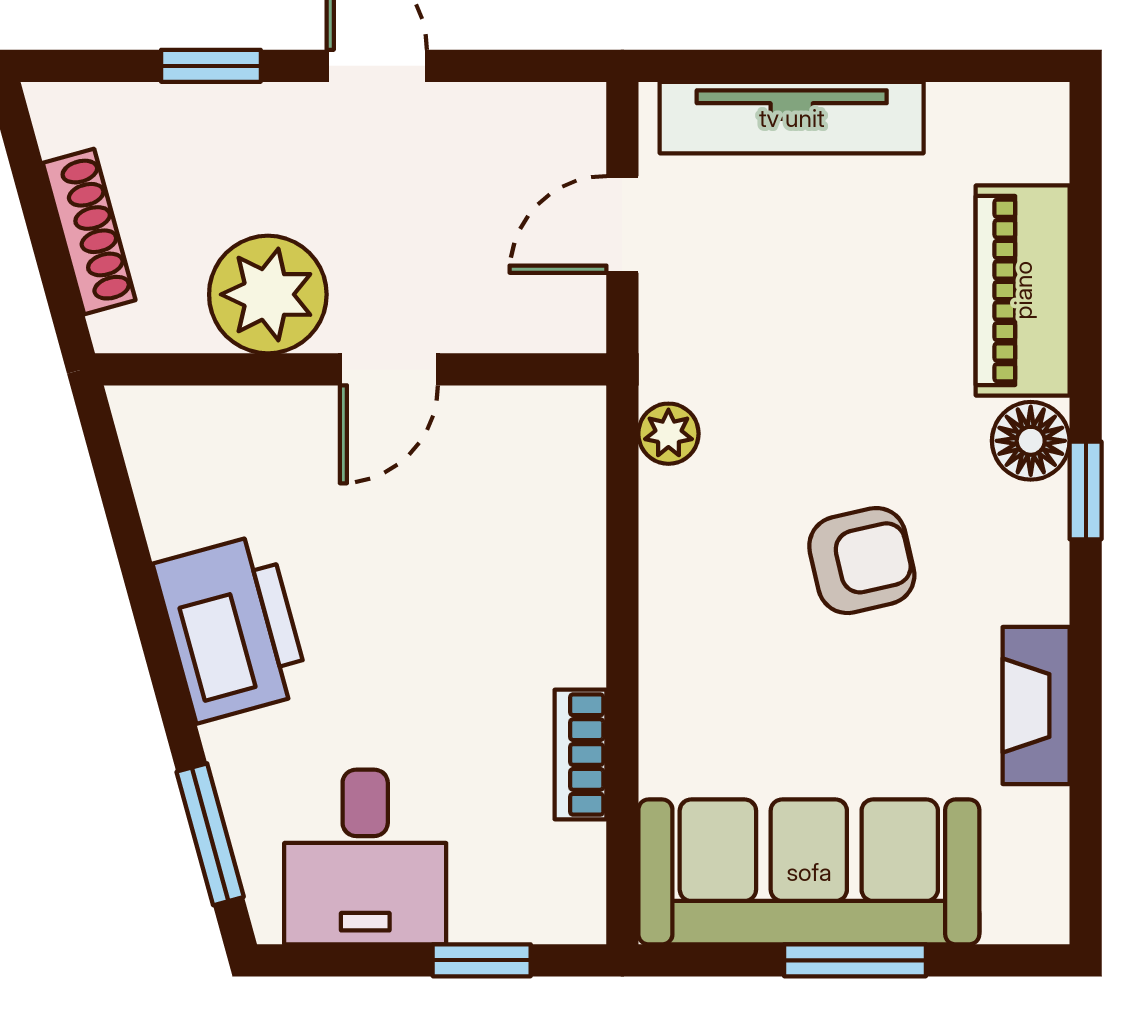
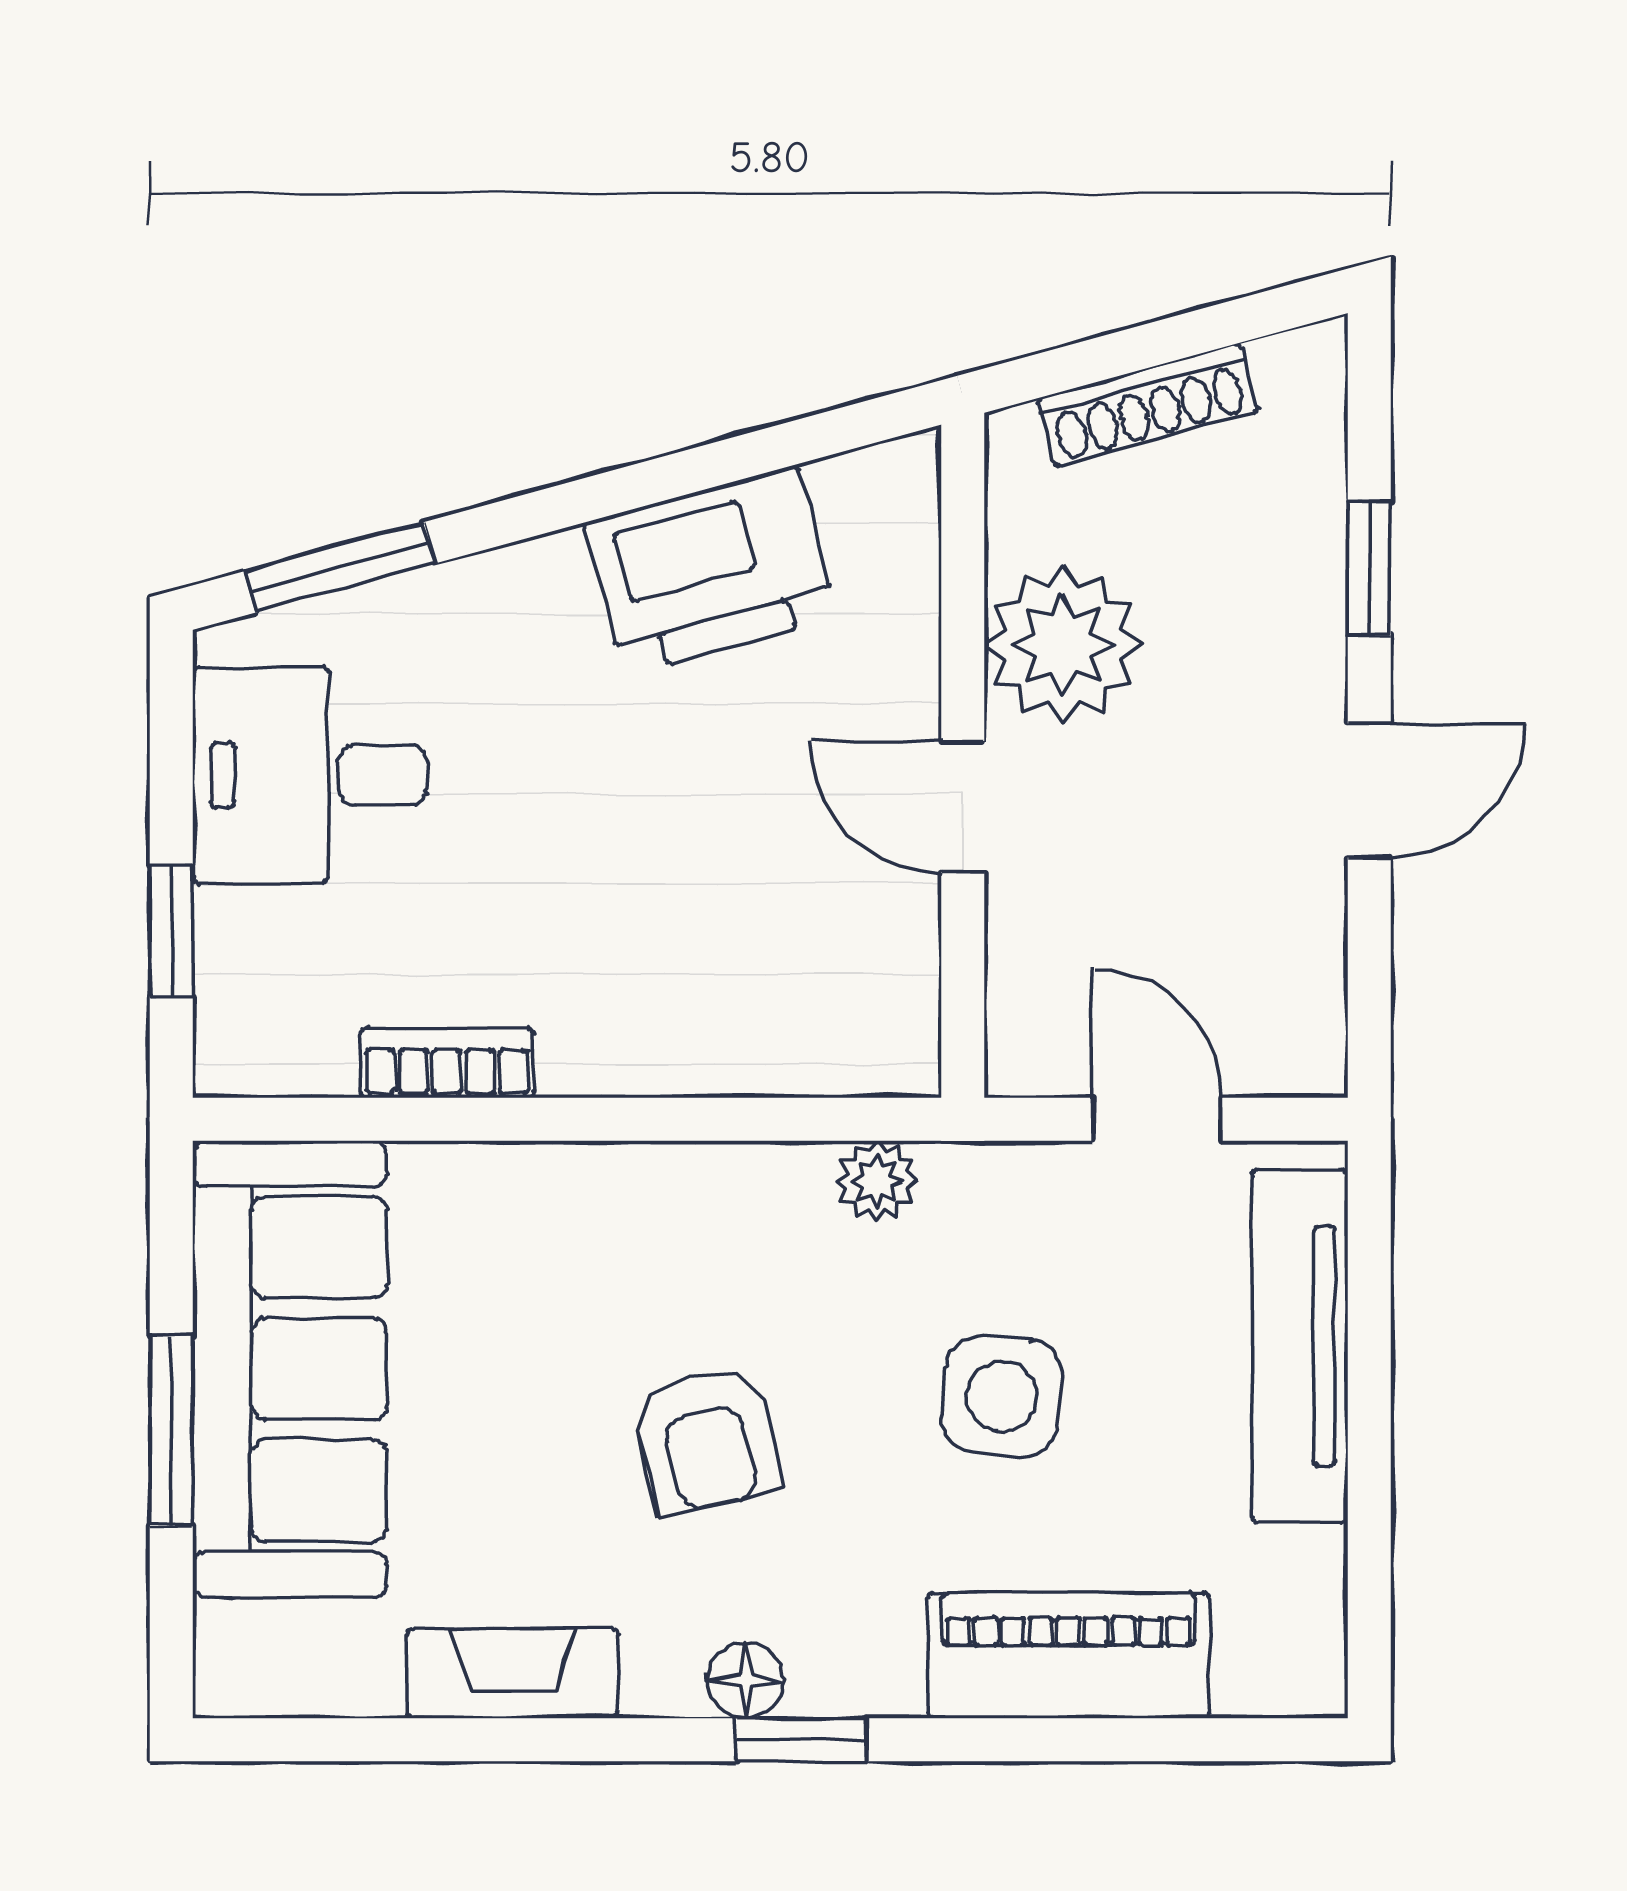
side table: (829, 340) -> (1002, 1396), added
floor lamp: (1031, 441) -> (745, 1680), moved, width x0.73, depth x0.73
printer: (232, 628) -> (711, 571), moved

